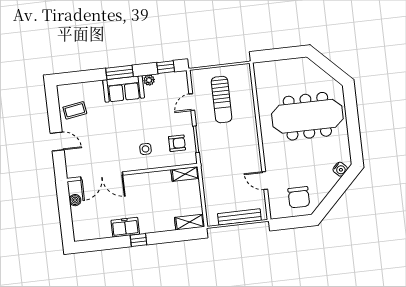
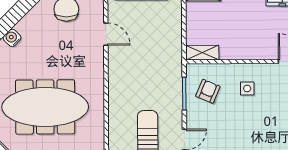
armchair: (177, 143) -> (208, 91), turned 113

